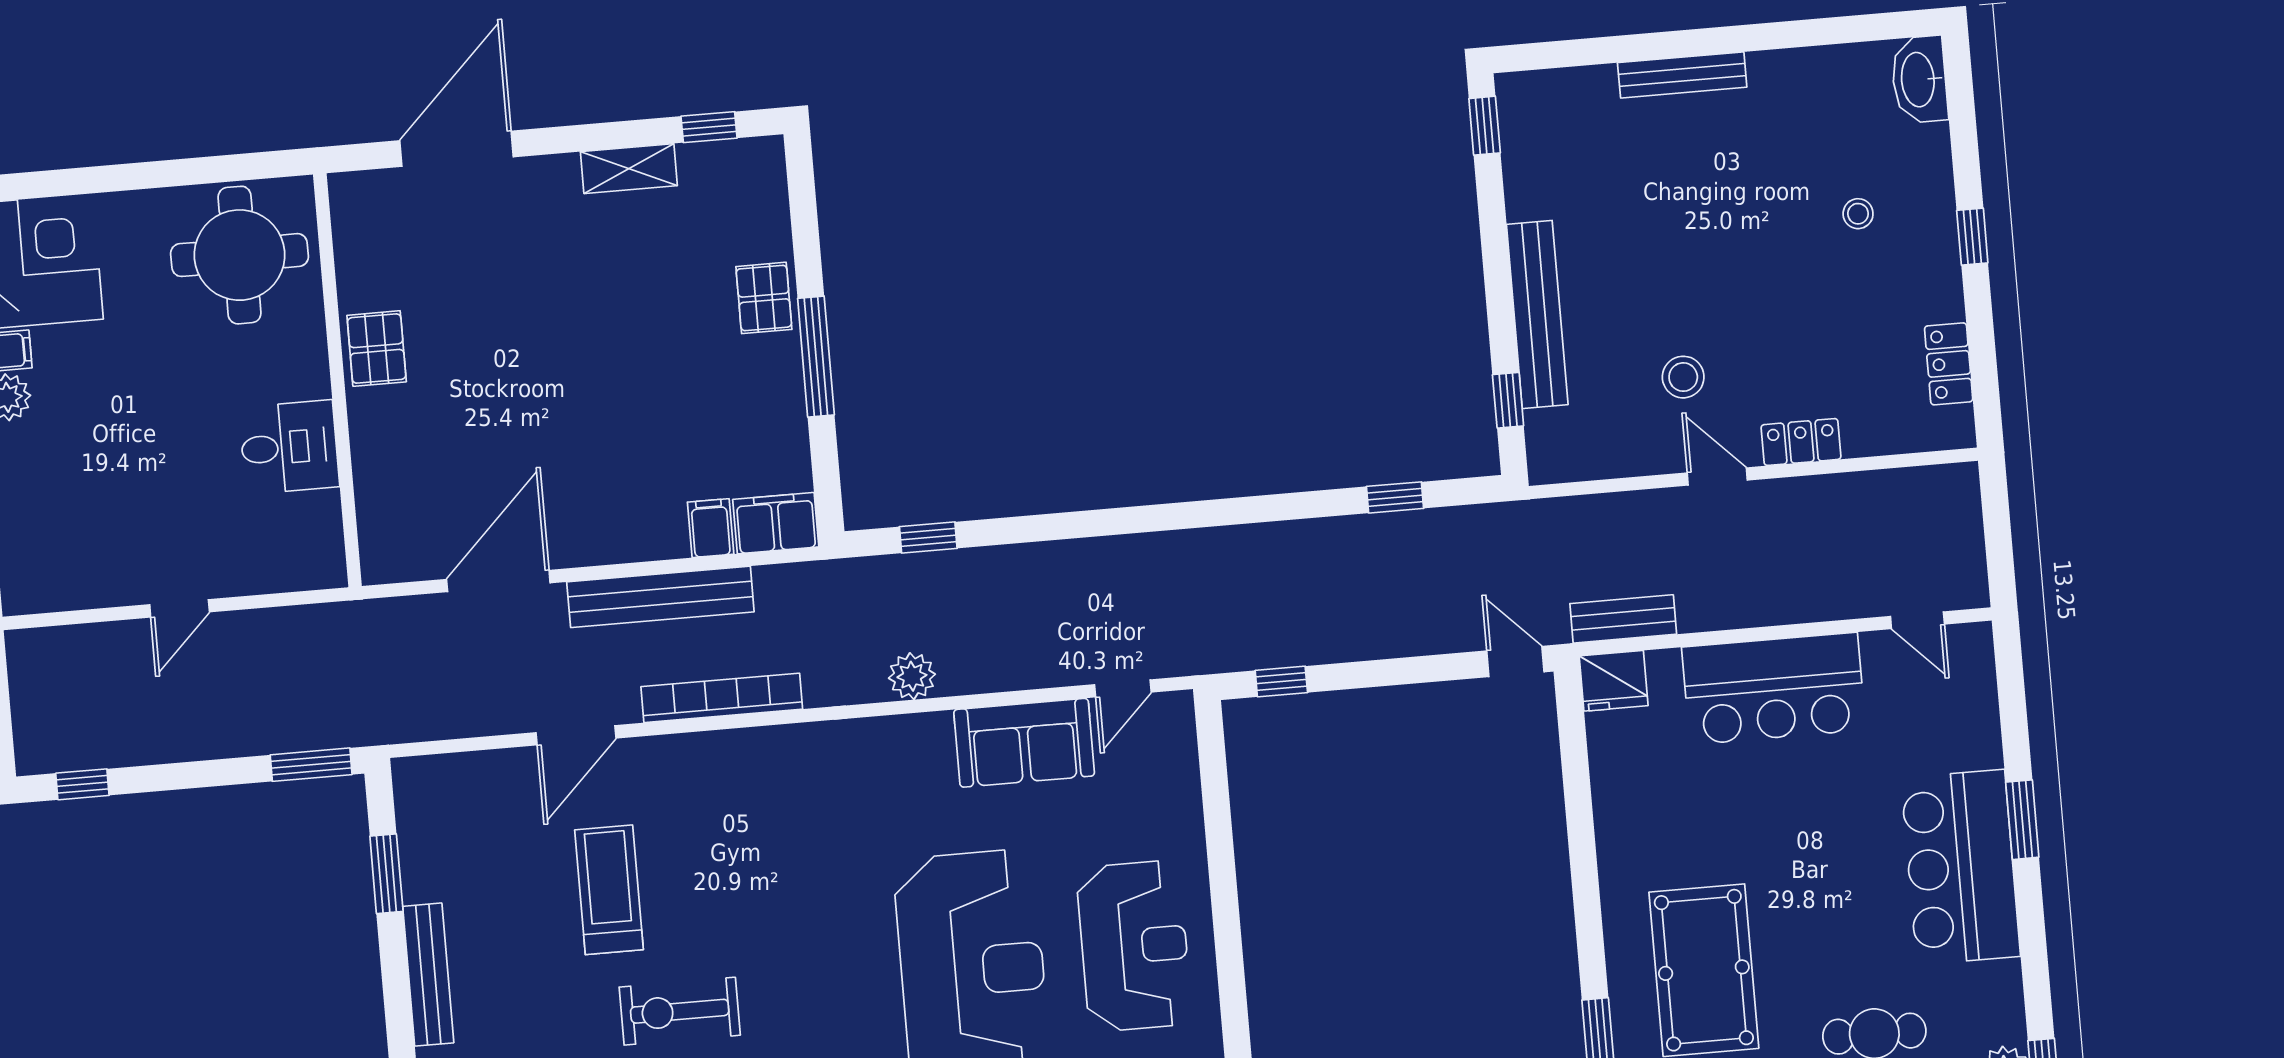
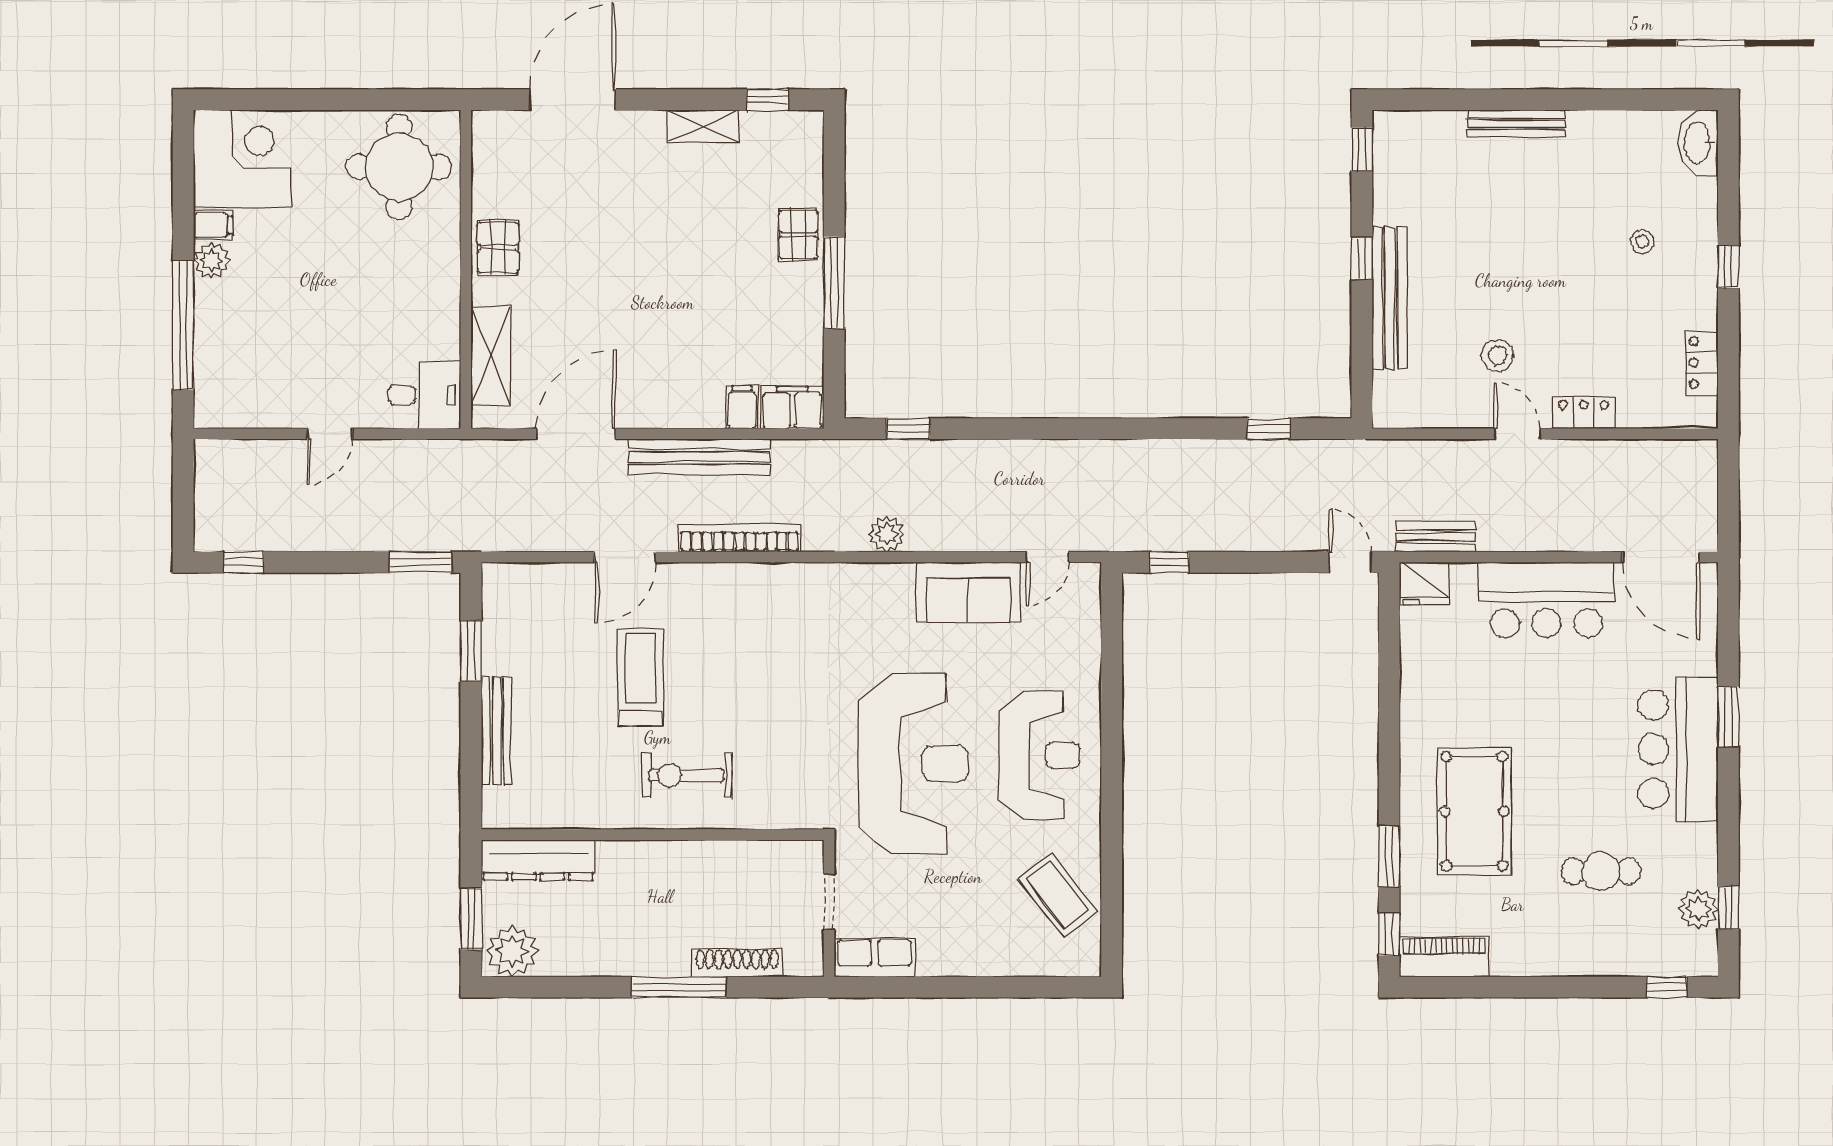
window: (1508, 400) -> (1362, 258), moved
desk: (289, 447) -> (424, 395), moved
shelving: (379, 490) -> (491, 356), added
door: (1917, 620) -> (1661, 557), width x1.87

